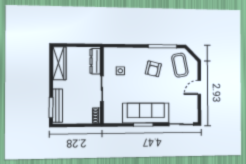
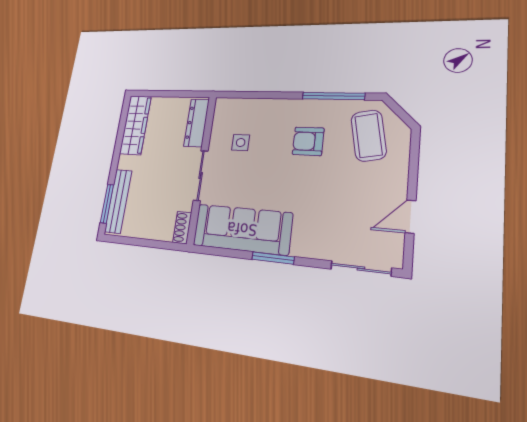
armchair: (153, 69) -> (308, 141), turned 77
door: (199, 87) -> (411, 217), moved
sofa: (146, 113) -> (242, 229), moved

